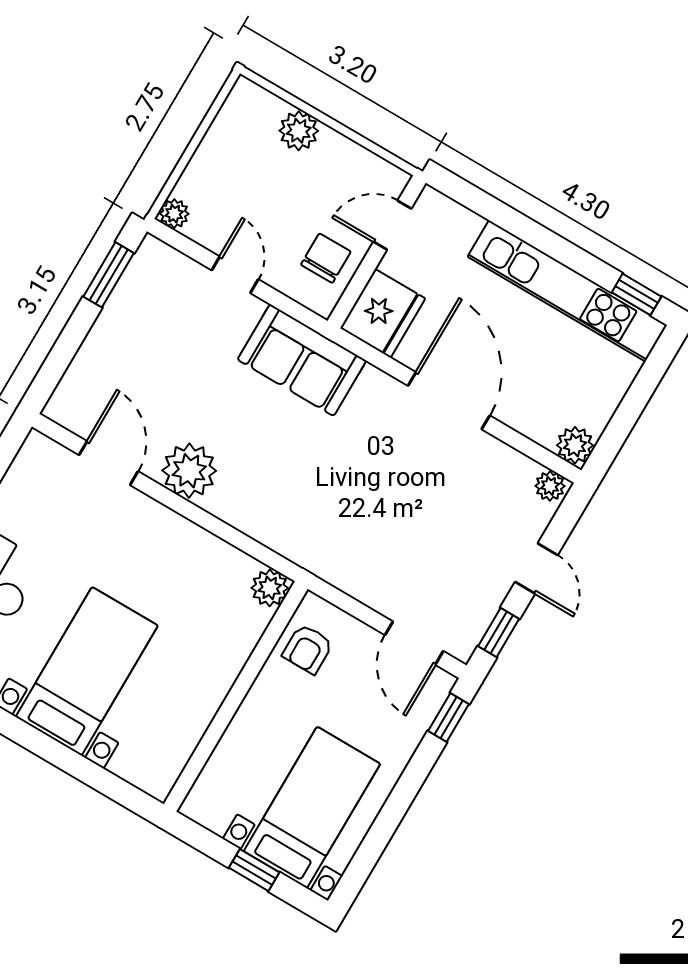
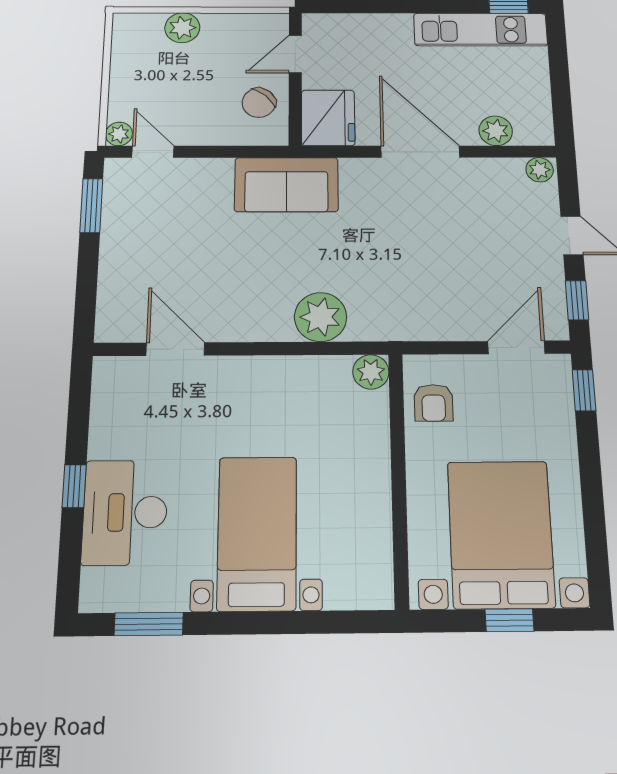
chair: (326, 258) -> (259, 103), turned -139
door: (235, 275) -> (153, 152), moved
kitchen unit: (567, 291) -> (481, 30), width x0.73
plant: (575, 445) -> (496, 131), moved
plant: (189, 471) -> (321, 317), moved
door: (414, 643) -> (516, 347), swing flipped
bed with nightstands: (312, 808) -> (501, 534), width x1.36

